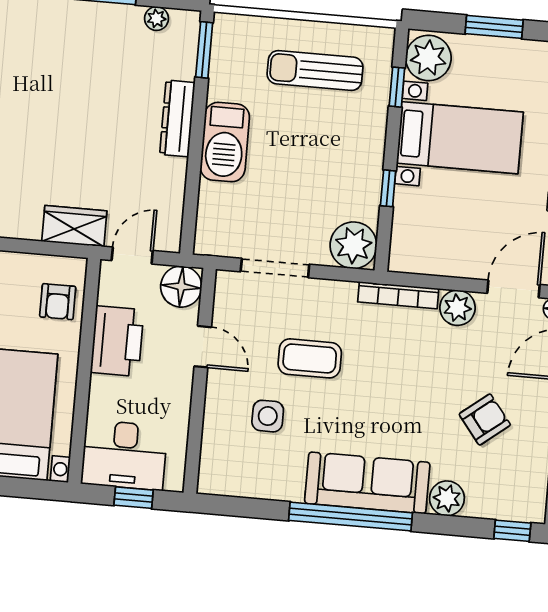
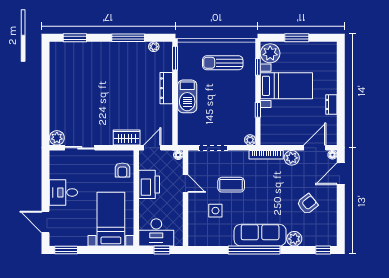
plant: (353, 245) -> (250, 140), width x0.53, depth x0.53
floor lamp: (181, 287) -> (178, 155), width x0.53, depth x0.53

